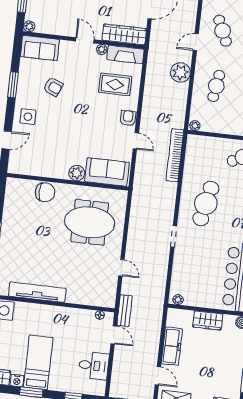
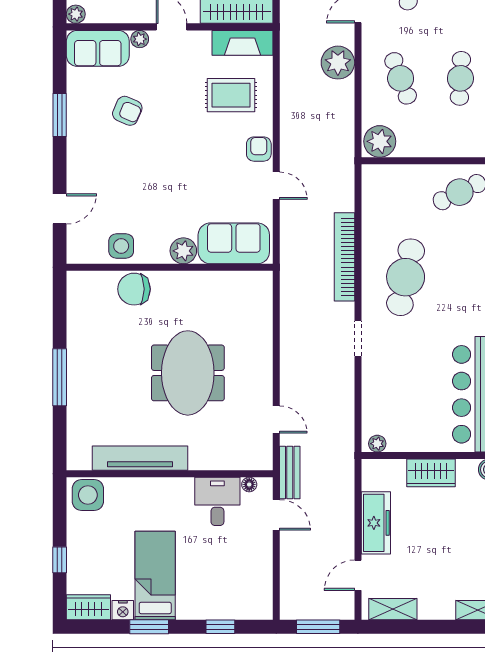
plant: (102, 49) -> (140, 39), moved
cafe table: (216, 86) -> (401, 78), turned -30
side table: (28, 117) -> (121, 246), moved
plant: (195, 126) -> (380, 141), width x1.88, depth x1.88
bookcase: (175, 155) -> (344, 257), moved
chair: (45, 192) -> (134, 289), turned 180
meeting table: (90, 222) -> (188, 373), moved, turned 90
door: (121, 268) -> (276, 419), moved
desk: (94, 366) -> (217, 501), moved, turned -90
door: (158, 376) -> (358, 575), swing flipped

